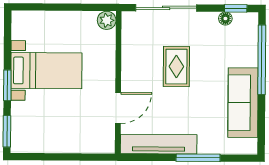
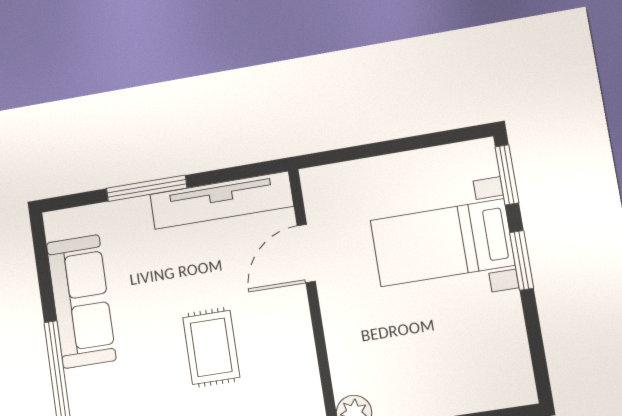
bed with nightstands: (46, 71) -> (442, 243), moved

